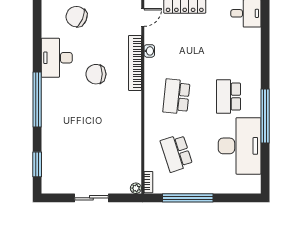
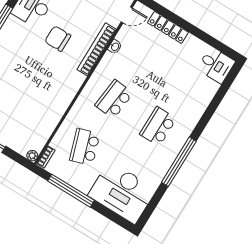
desk: (240, 146) -> (122, 192), moved, turned 90

